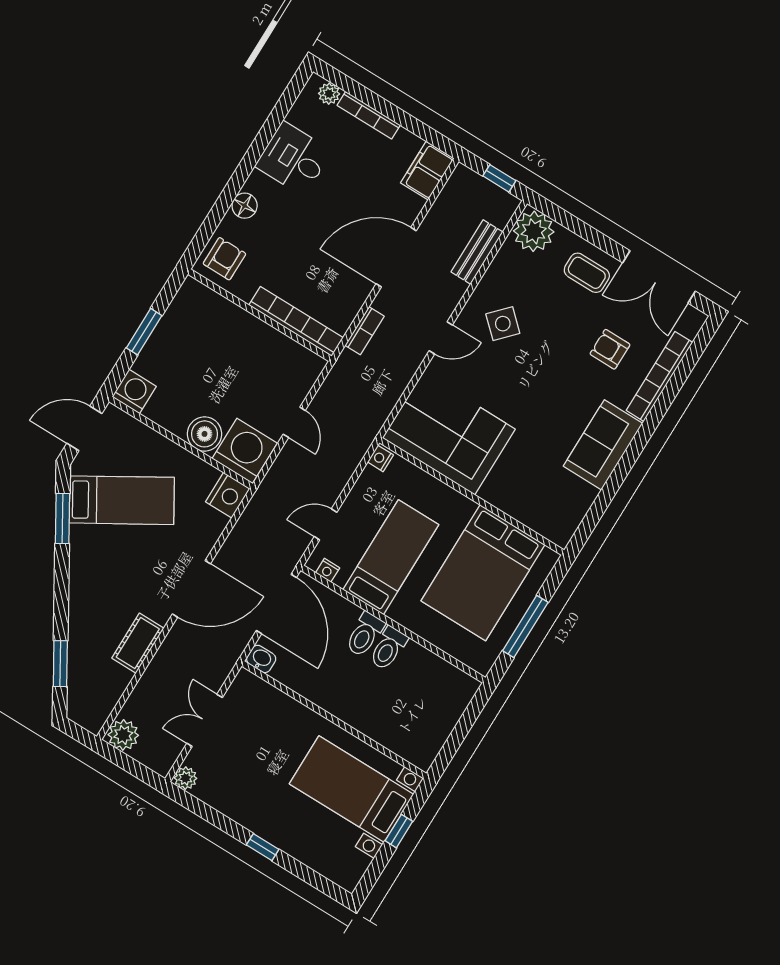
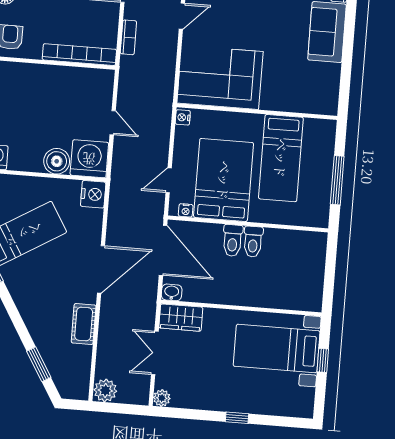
bed: (391, 557) -> (224, 180), width x1.50
bed: (483, 573) -> (281, 158), width x0.67
wardrobe: (257, 694) -> (181, 318), added

